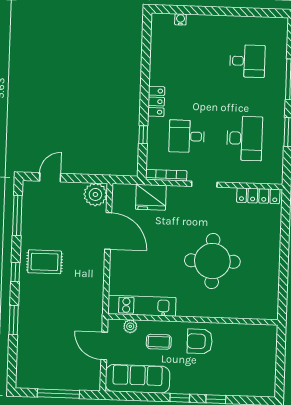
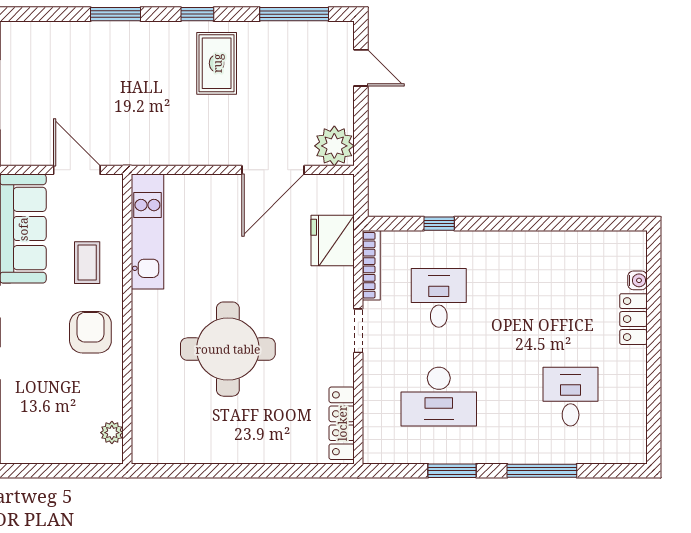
desk: (247, 61) -> (571, 397), turned 180
locker: (156, 101) -> (633, 319), moved, turned 90
plant: (130, 326) -> (112, 433), moved
door: (104, 346) -> (77, 170), hinge flipped

